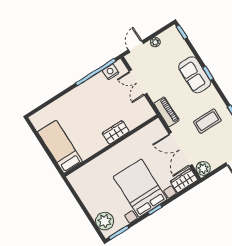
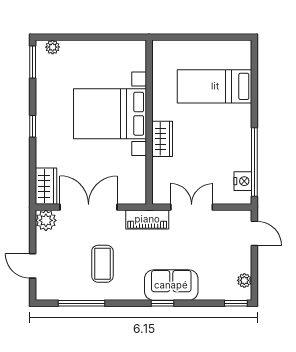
plant: (155, 42) -> (244, 280), moved
double door: (138, 82) -> (192, 207), moved
bed: (60, 147) -> (215, 86), moved, turned 180
bed with nightstands: (140, 188) -> (110, 114), moved, turned 180
plant: (105, 221) -> (53, 47), width x0.53, depth x0.53

